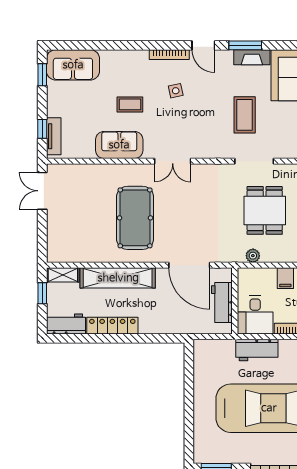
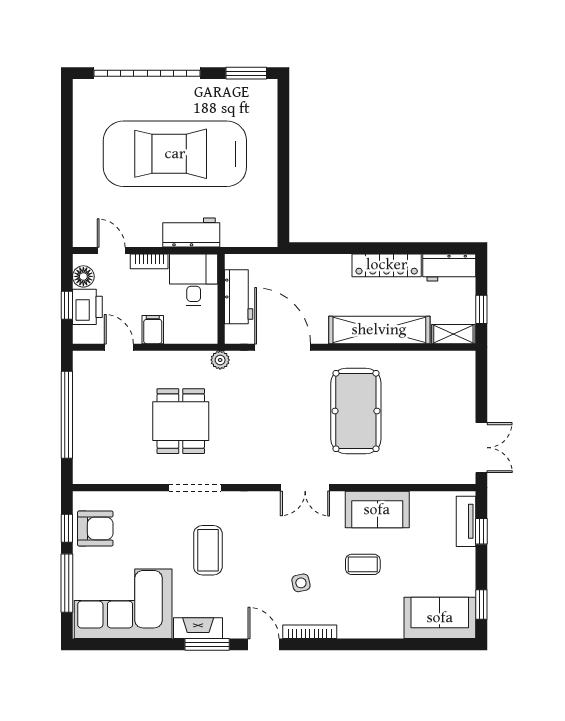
double door: (173, 161) -> (305, 488), swing flipped
plant: (253, 256) -> (220, 360), moved

